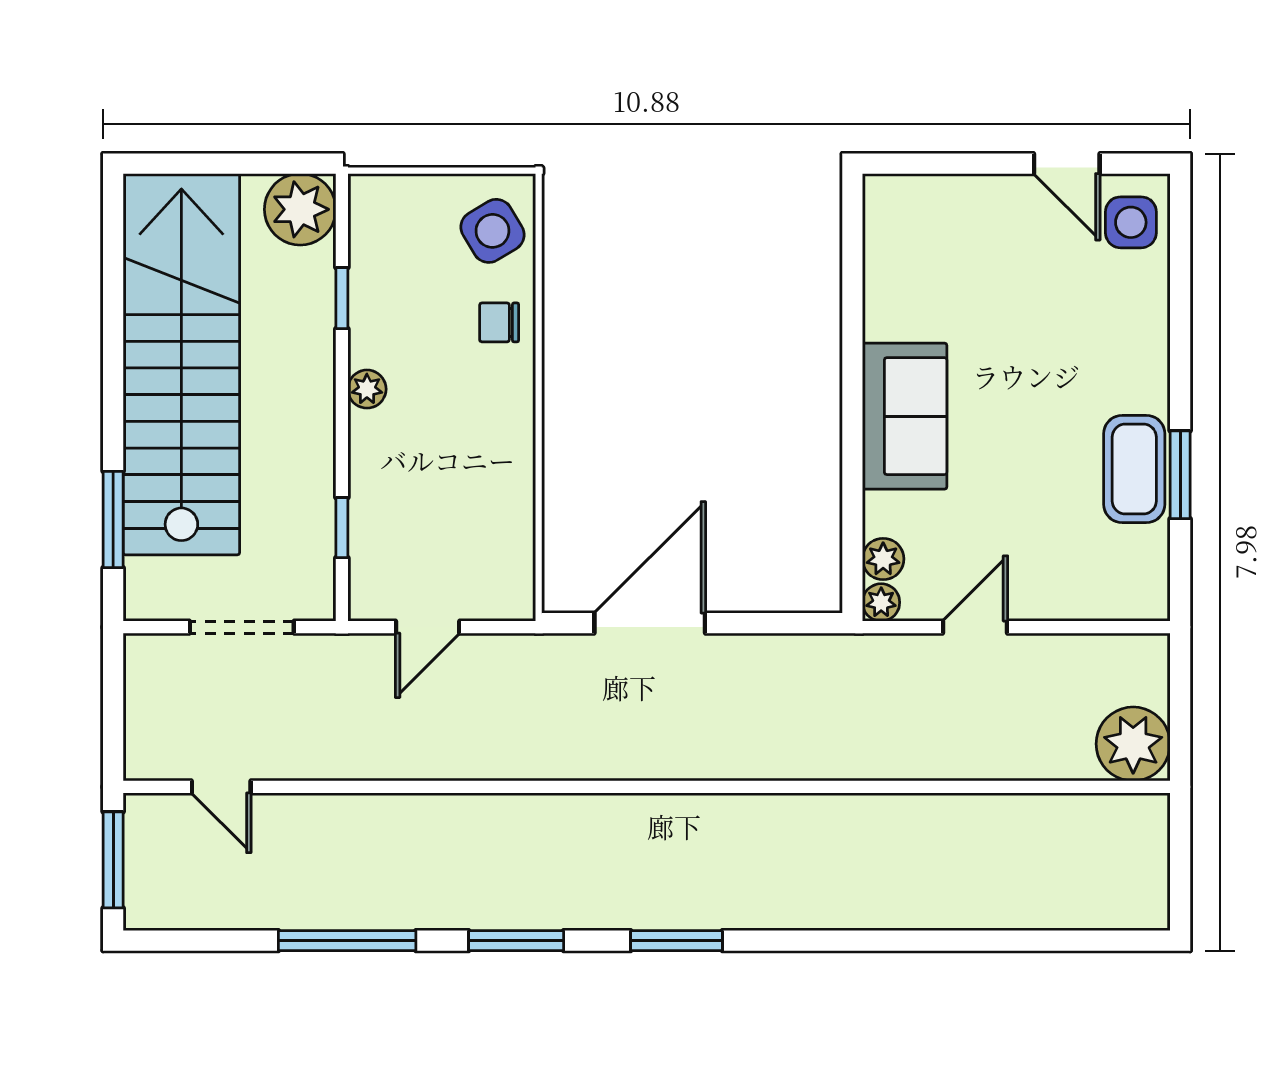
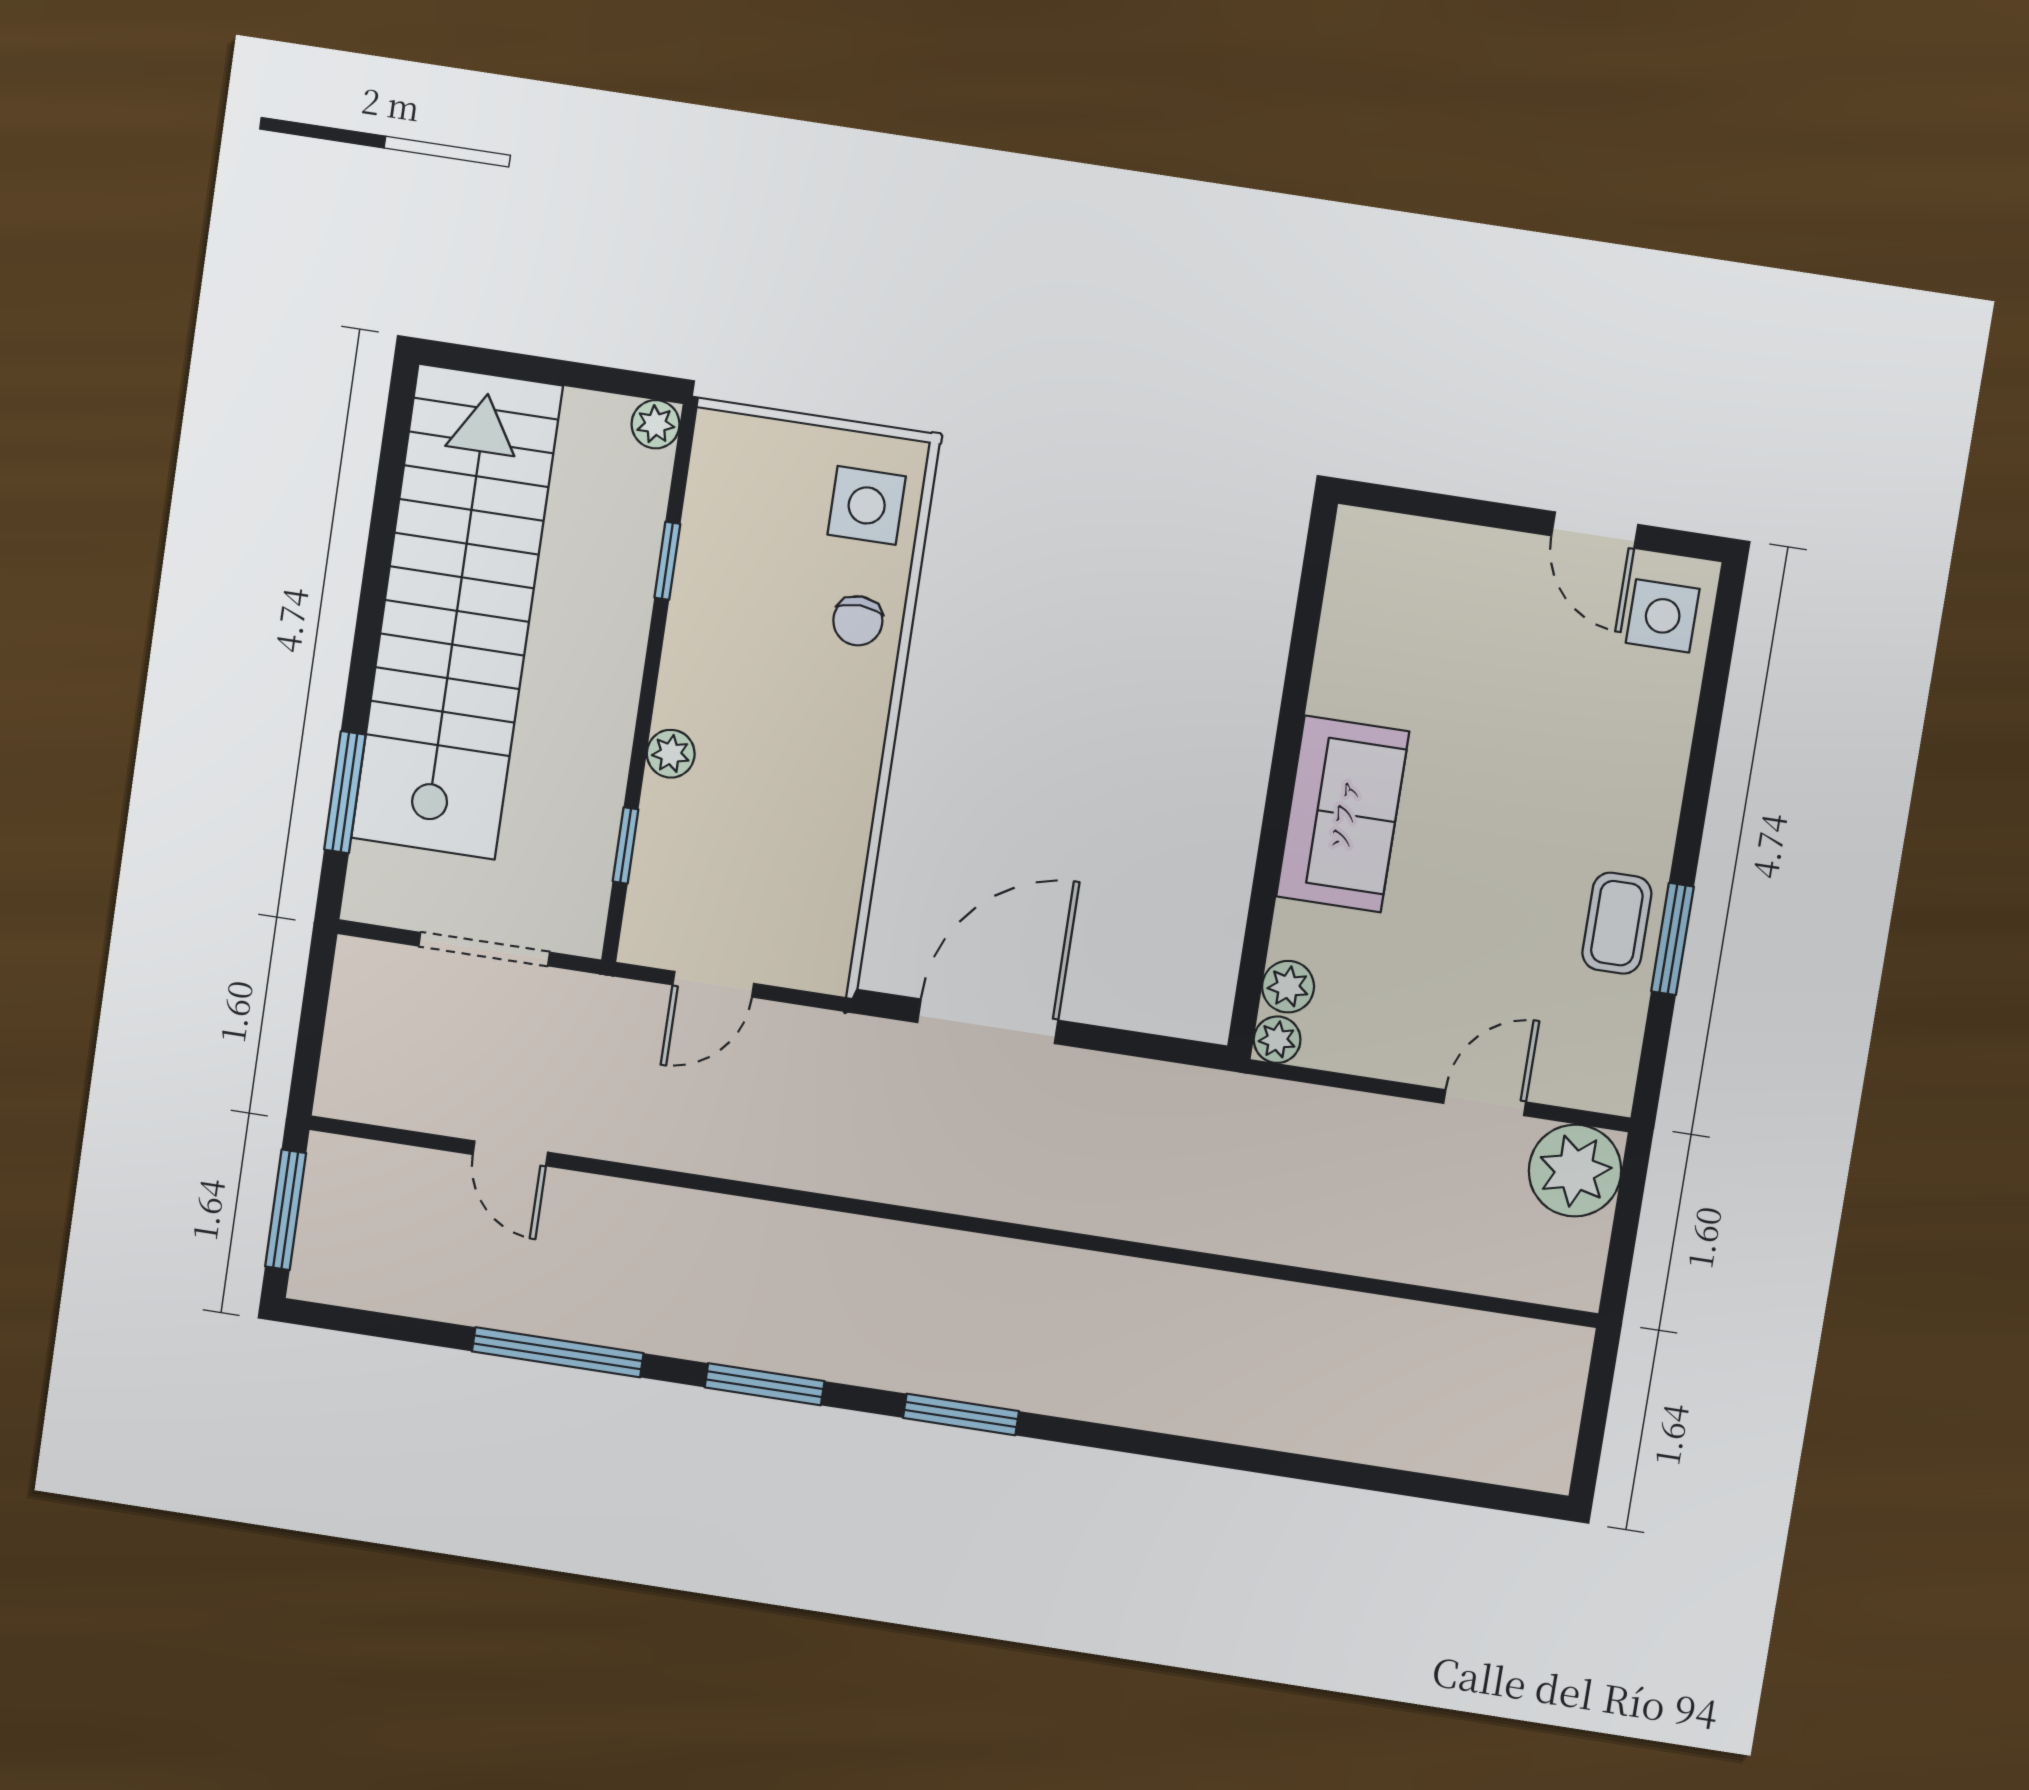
plant: (300, 209) -> (656, 424), width x0.53, depth x0.53
side table: (492, 231) -> (867, 505), turned 31
chair: (499, 322) -> (858, 621), turned -88
plant: (367, 389) -> (671, 754), moved
coffee table: (1134, 469) -> (1617, 923), width x0.73, depth x0.77
door: (975, 627) -> (1485, 1103), moved
plant: (1133, 744) -> (1575, 1171), moved
door: (221, 787) -> (510, 1153), moved

